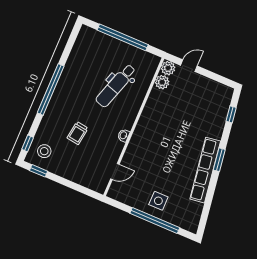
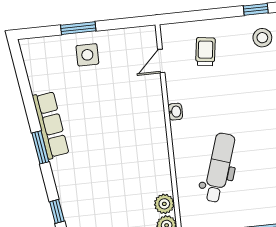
trolley: (78, 133) -> (205, 52), moved
row of seats: (205, 170) -> (51, 125), width x0.73
window: (155, 220) -> (78, 28), width x0.47

